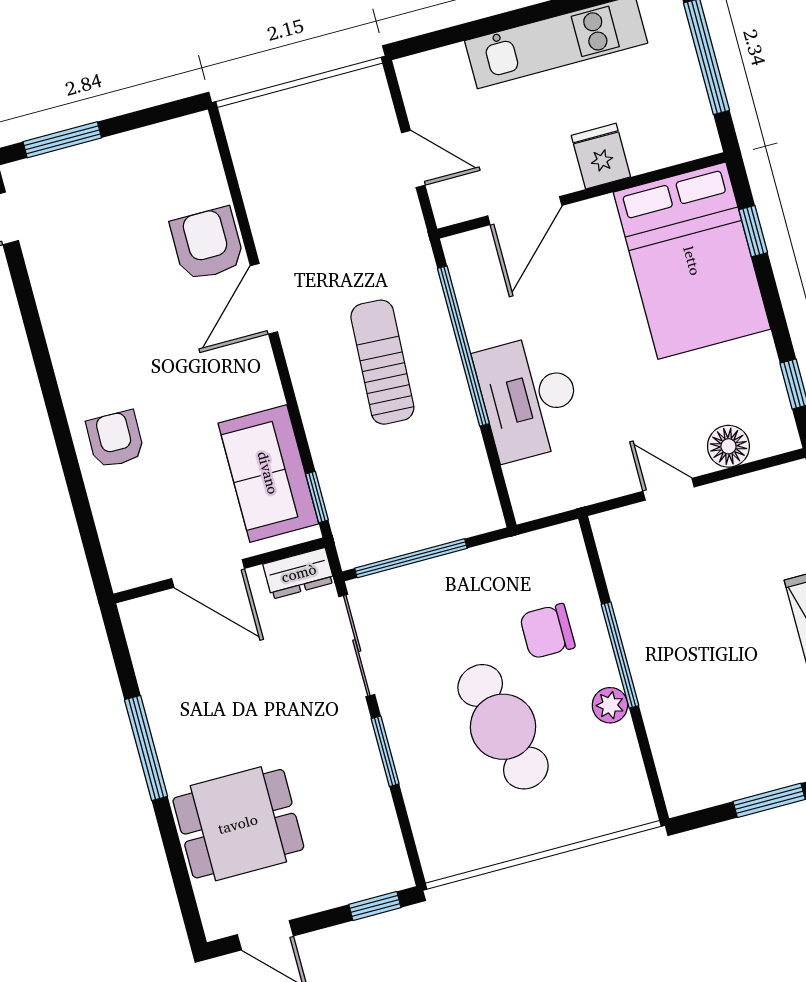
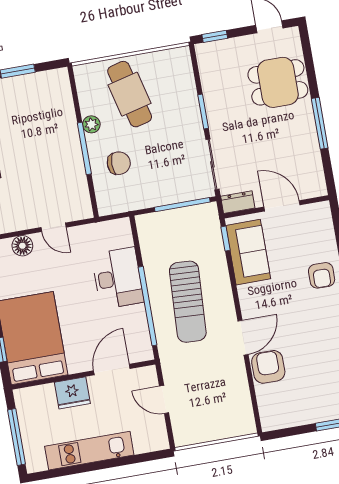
fridge: (601, 156) -> (72, 393), width x1.38
armchair: (207, 244) -> (268, 367), turned 180
sun lounger: (382, 362) -> (188, 302), width x1.36, depth x1.34
cafe table: (503, 727) -> (130, 94), moved

